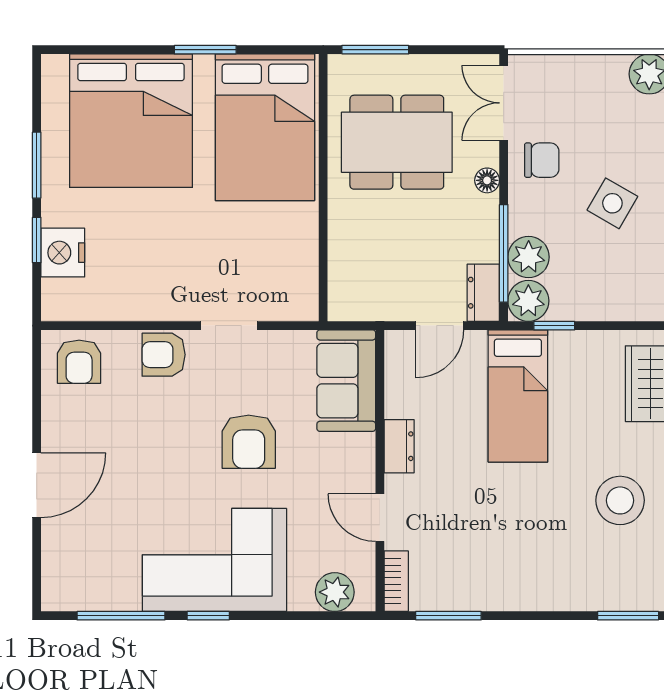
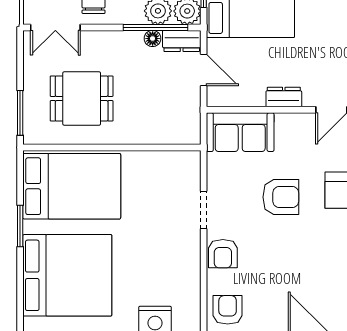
dining table: (397, 142) -> (82, 98), width x0.73
floor lamp: (487, 180) -> (153, 39), moved
armchair: (79, 362) -> (228, 310), turned -90

